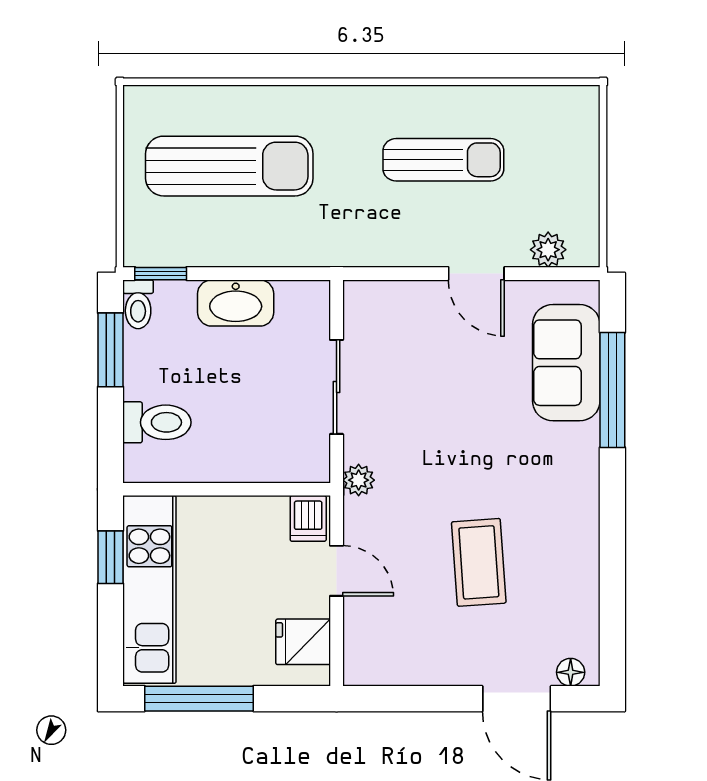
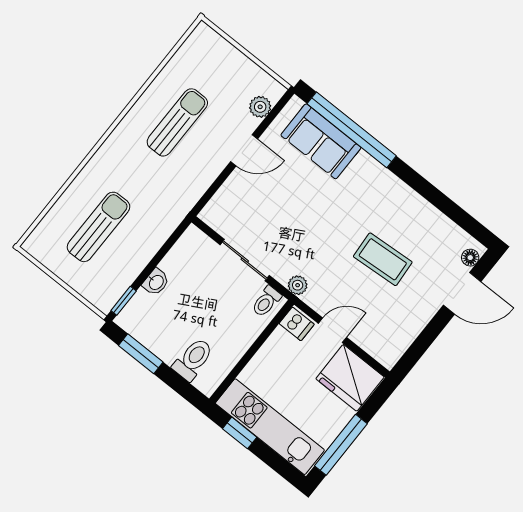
sun lounger: (229, 166) -> (99, 227), width x0.73, depth x0.75
washbasin: (236, 303) -> (156, 282), width x0.52, depth x0.69
toilet: (138, 304) -> (266, 301), moved, turned 90
window: (612, 390) -> (352, 130), width x1.46
fridge: (303, 642) -> (350, 378), width x1.88, depth x1.34

